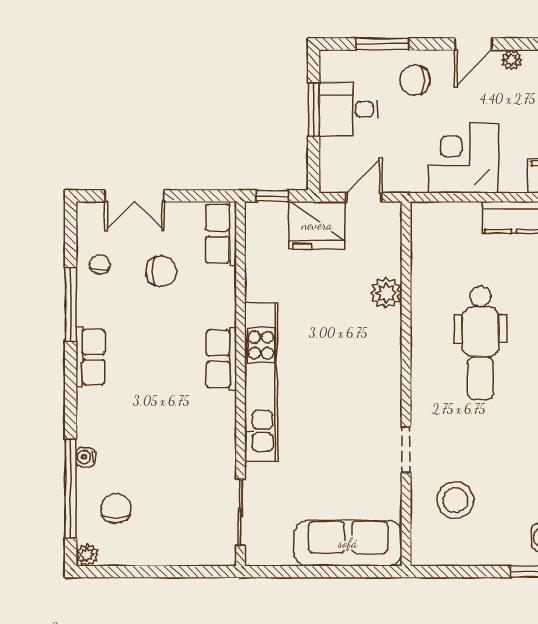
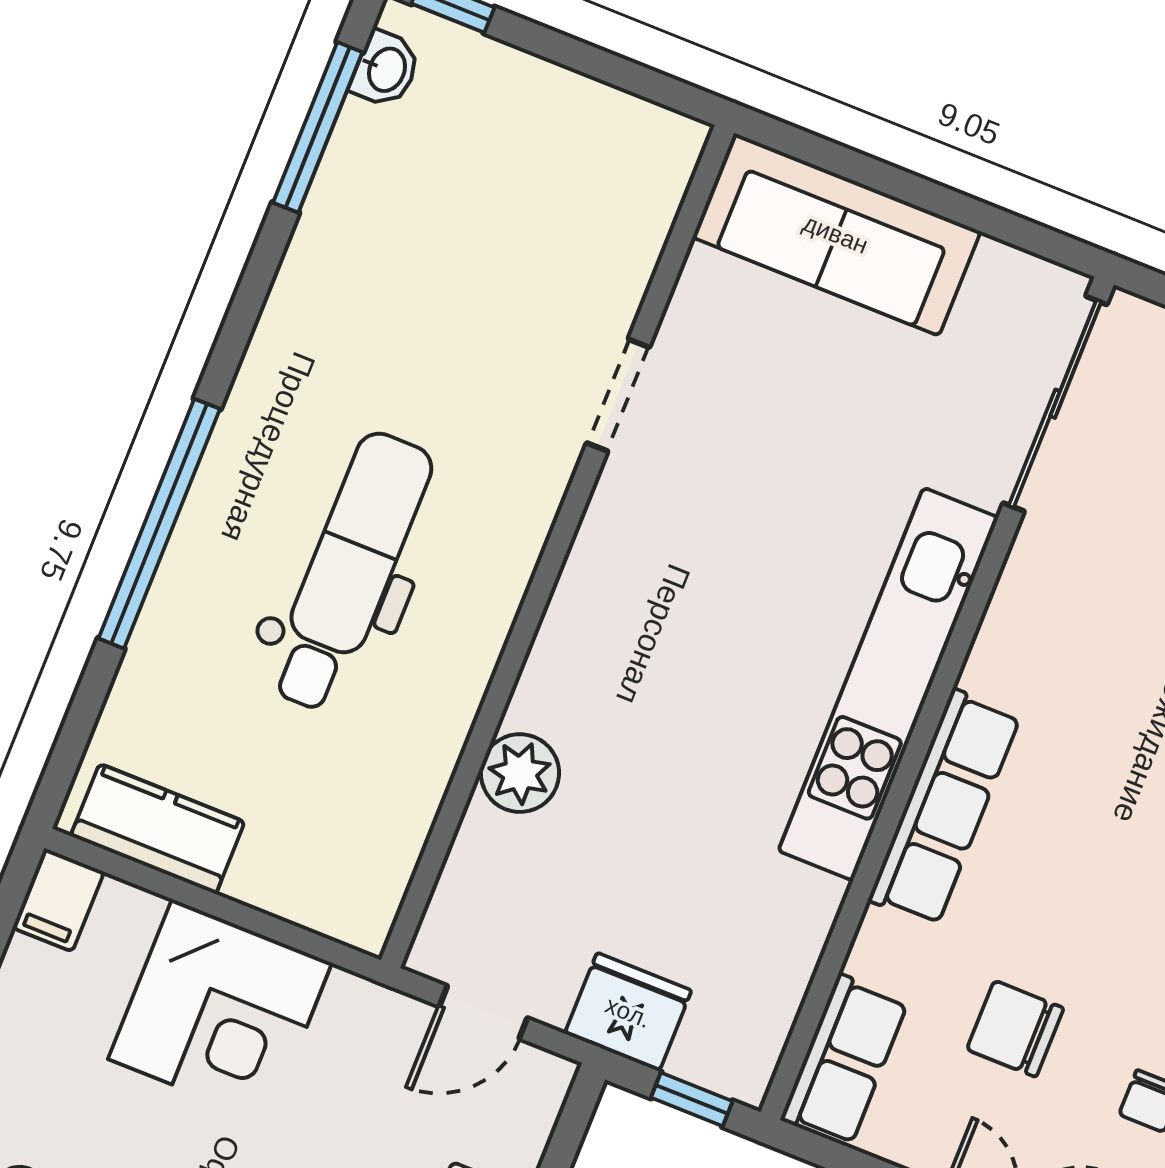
fridge: (317, 225) -> (628, 1012), width x0.73, depth x0.75
row of seats: (221, 359) -> (944, 808), width x1.48
stool: (455, 500) -> (551, 235), removed
sliding door: (240, 512) -> (1055, 404), width x1.37

